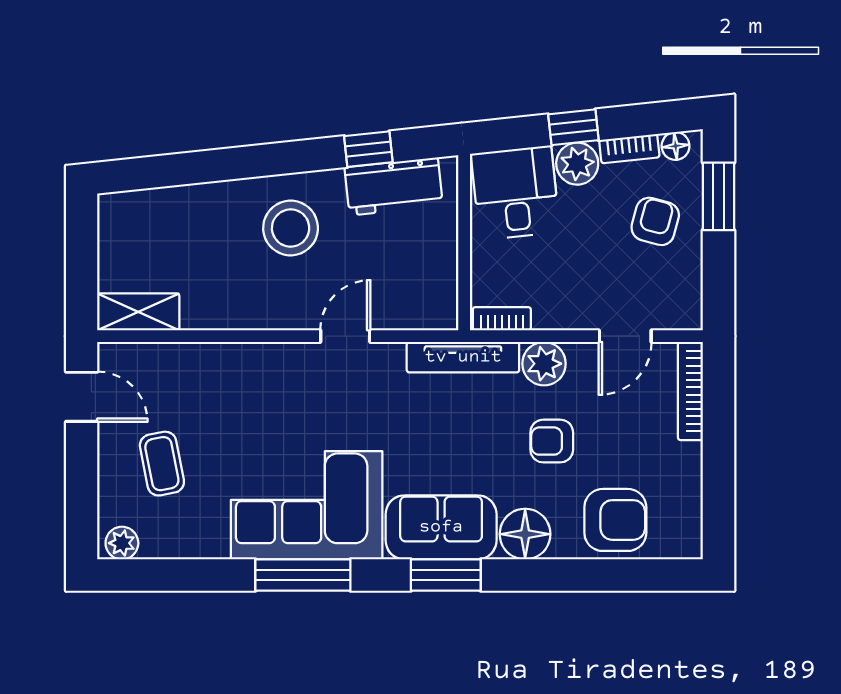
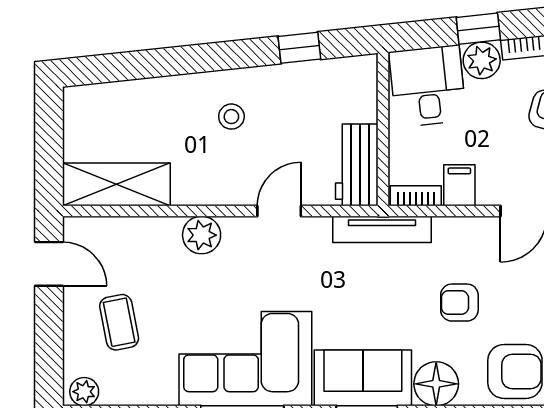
workbench: (394, 186) -> (357, 165), moved, turned 96
stool: (291, 228) -> (231, 117), width x0.53, depth x0.53
filing cabinet: (552, 307) -> (459, 185), added
shelving: (138, 312) -> (116, 184), width x1.50, depth x1.33
plant: (544, 364) -> (202, 235), moved

